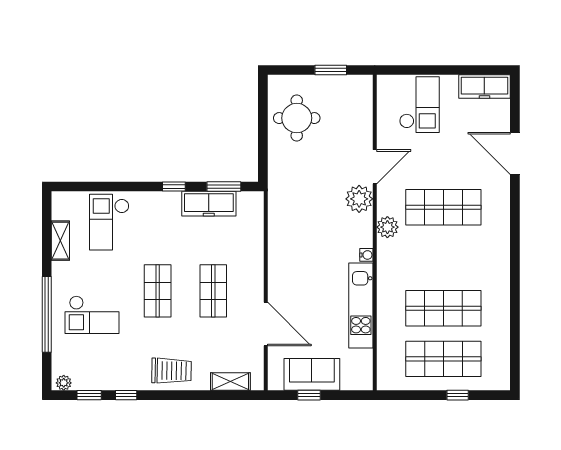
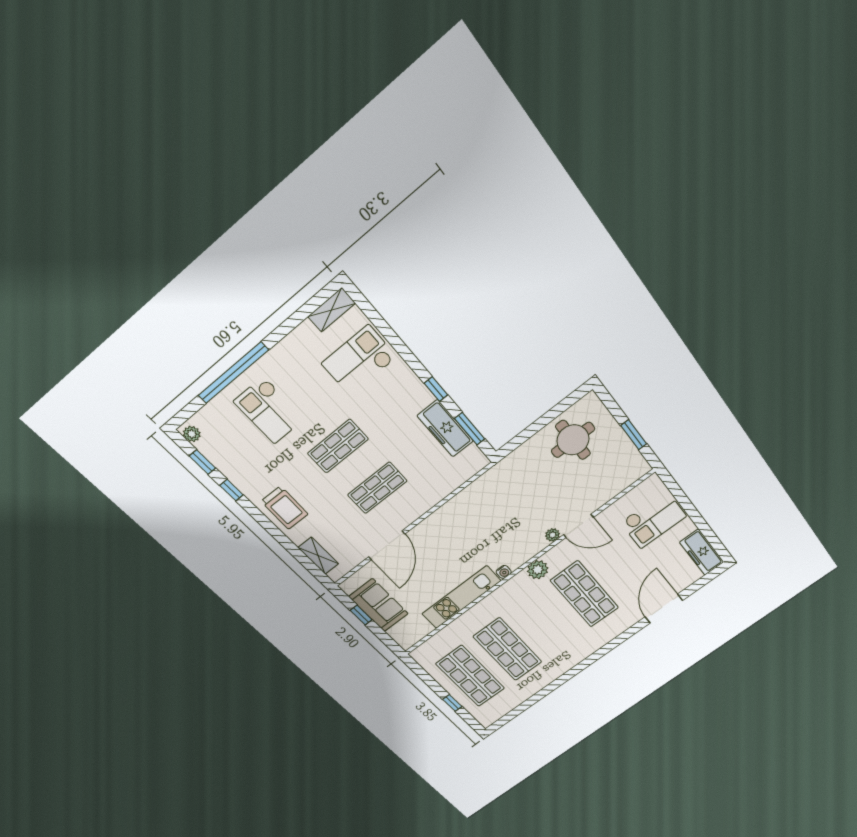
plant: (359, 199) -> (552, 535), width x0.53, depth x0.53
shelving: (60, 241) -> (332, 310), moved

